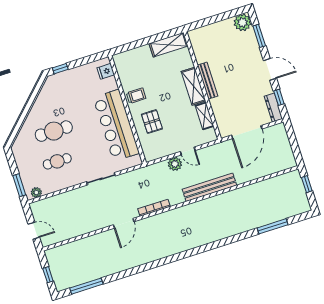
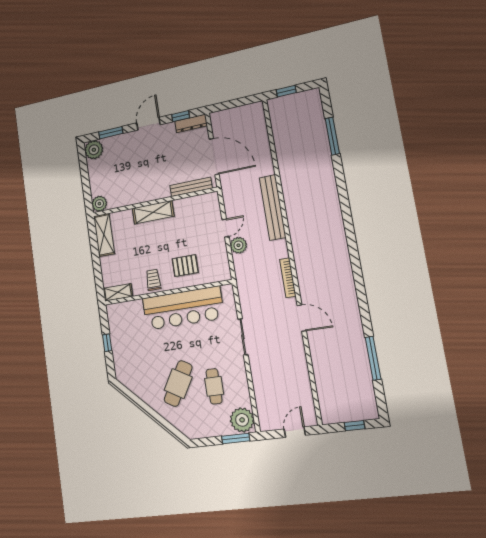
plant: (195, 36) -> (99, 204), added
window: (60, 69) -> (107, 343), moved
fridge: (106, 71) -> (121, 311), removed
bench: (208, 81) -> (191, 187), moved
shelving: (204, 116) -> (118, 292), moved
cafe table: (54, 131) -> (178, 384), turned 30
plant: (36, 192) -> (242, 420), width x1.88, depth x1.88
window: (86, 286) -> (373, 358), moved

